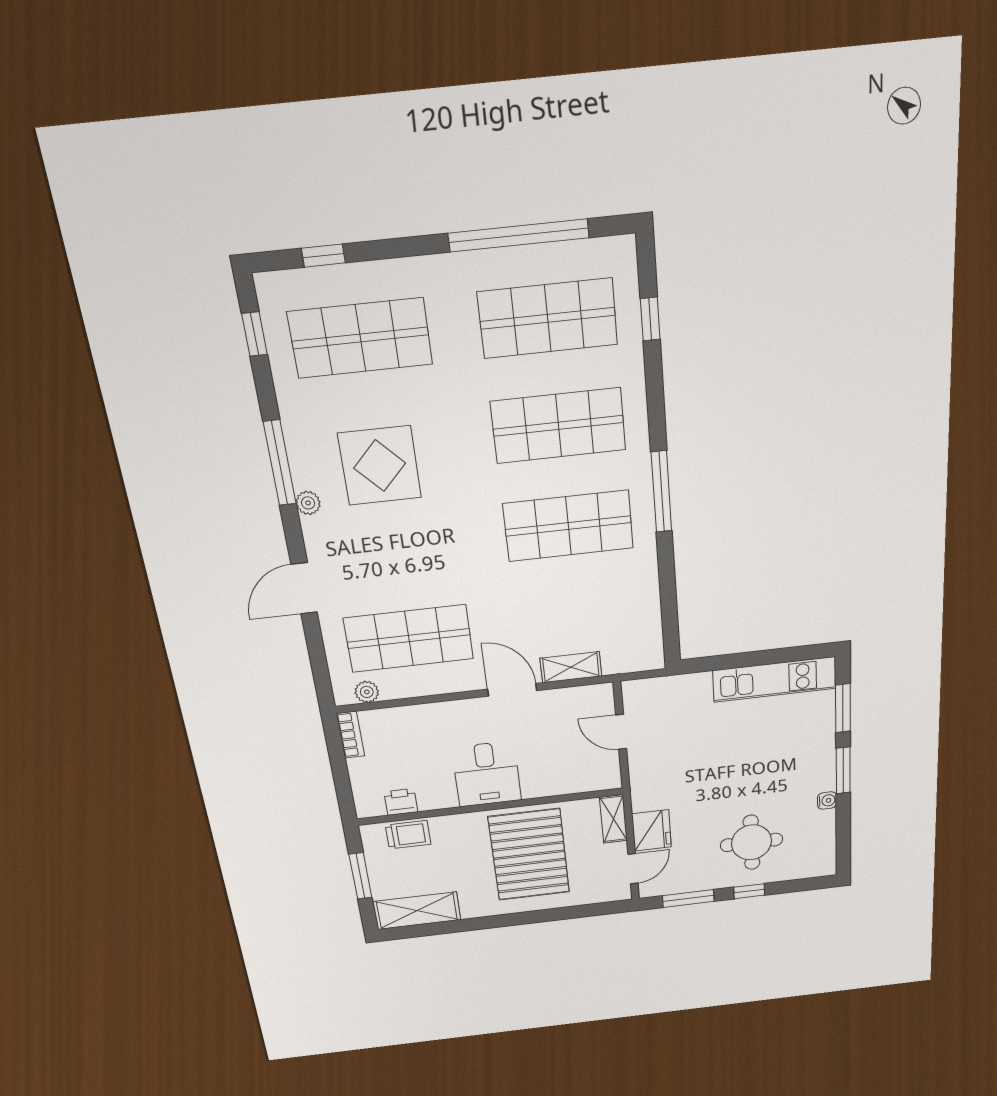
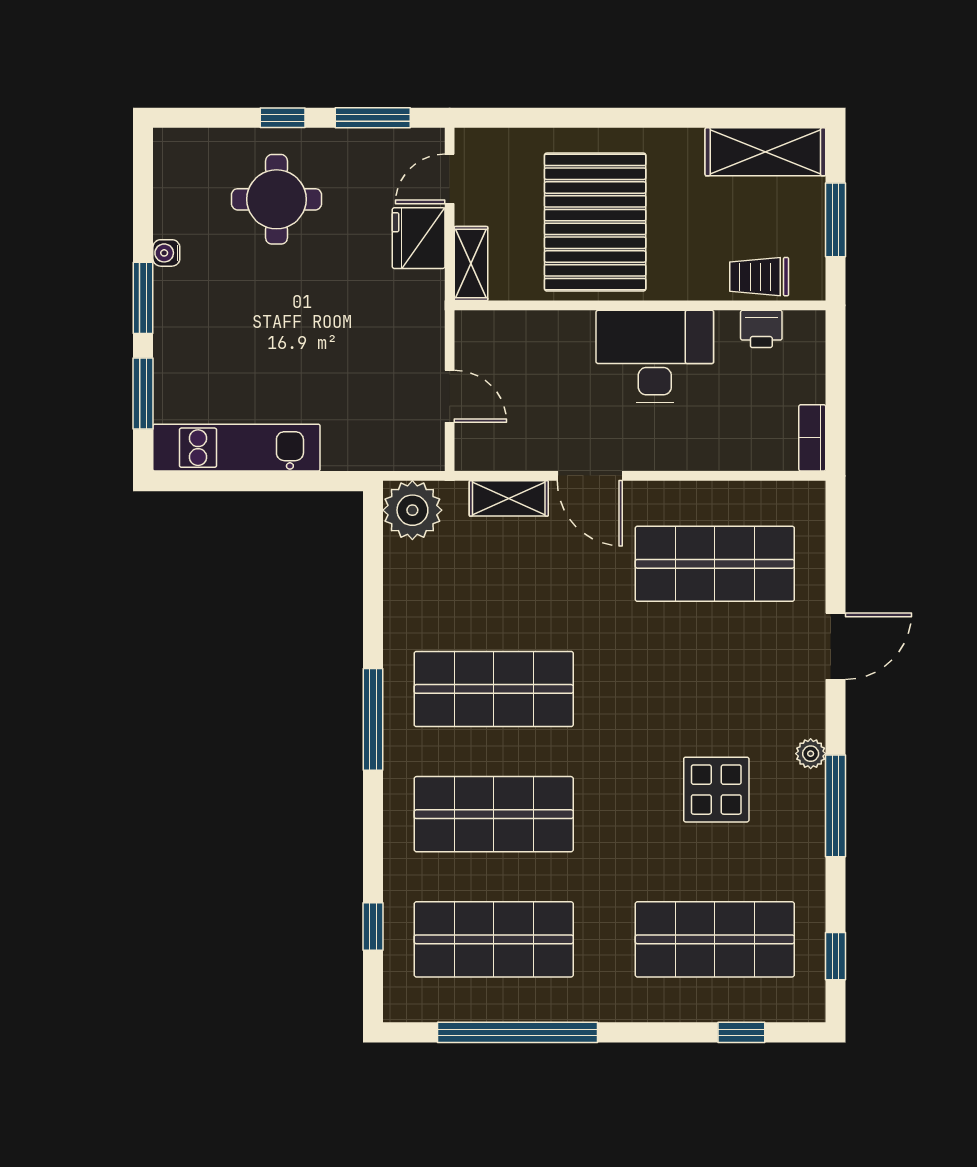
display table: (380, 466) -> (716, 790), width x0.73, depth x0.73
plant: (367, 692) -> (412, 510), moved, width x1.88, depth x1.88
desk: (487, 774) -> (655, 356), width x1.37

